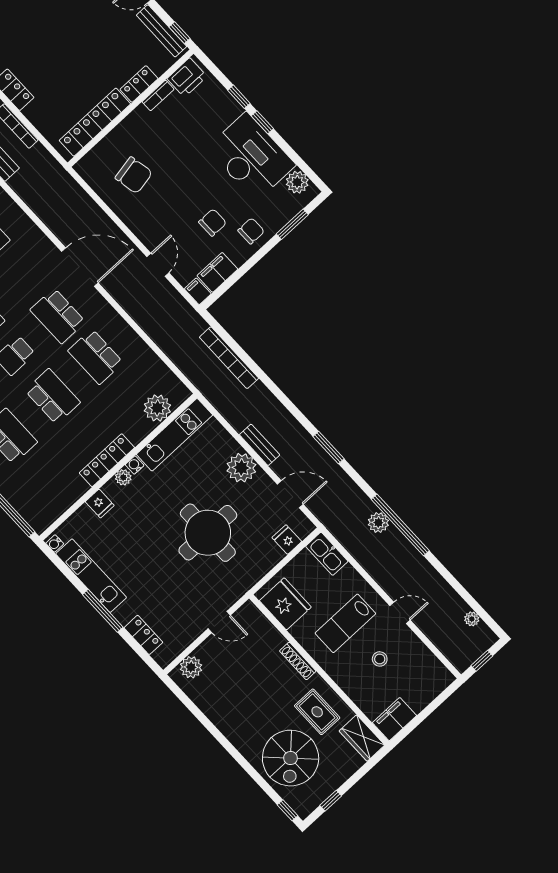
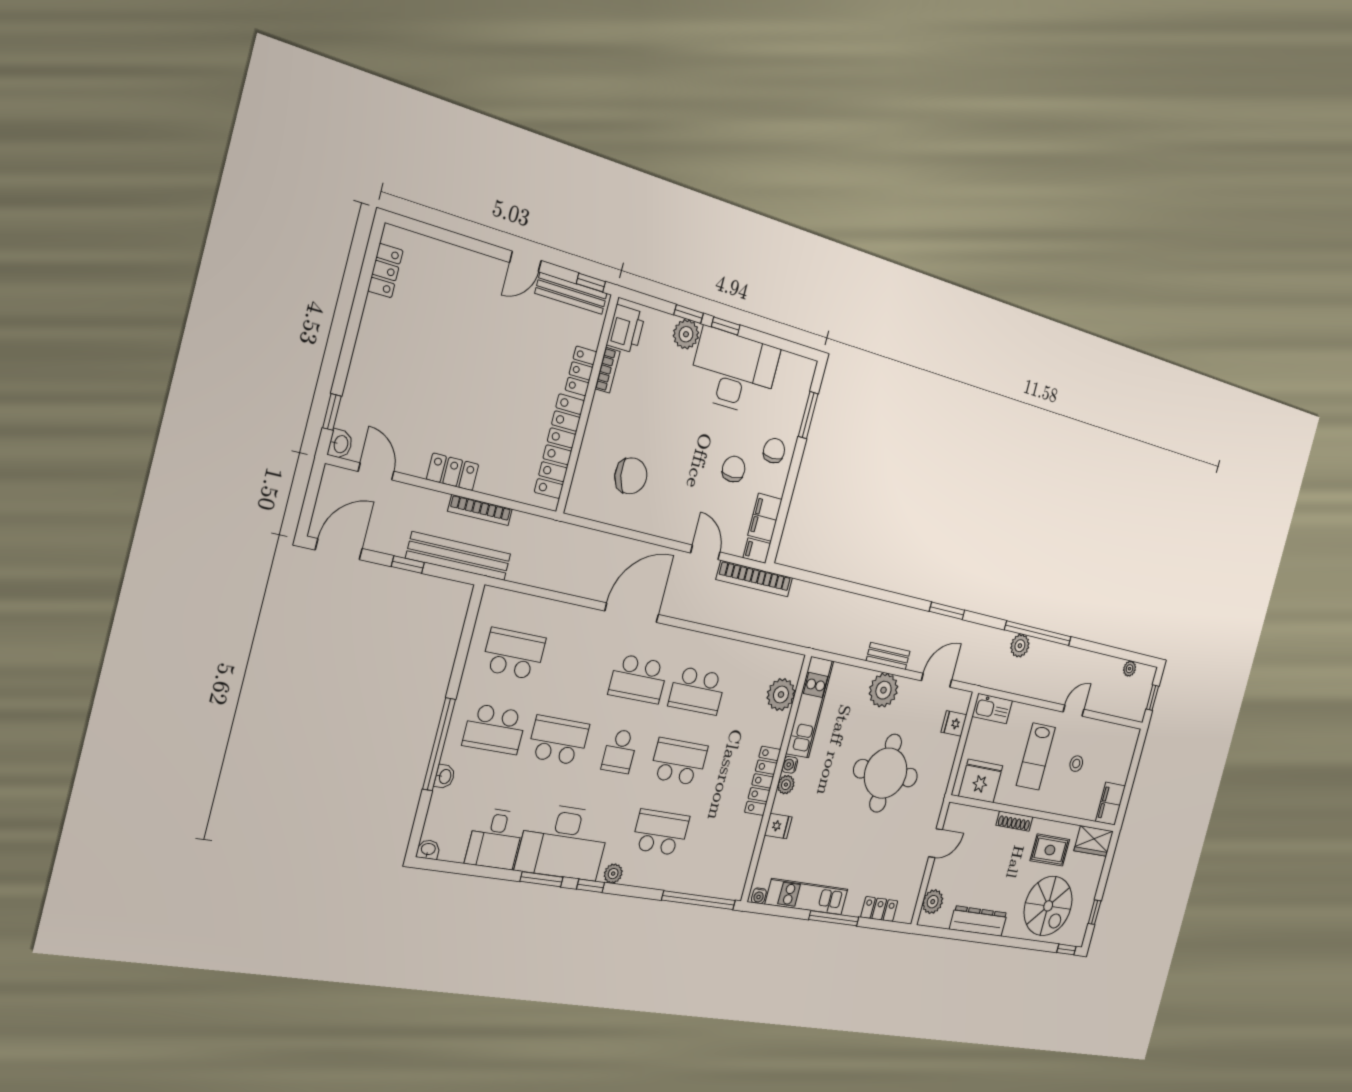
plant: (297, 182) -> (686, 334), moved
bookcase: (229, 358) -> (754, 579), moved
dresser: (221, 717) -> (978, 921), added

